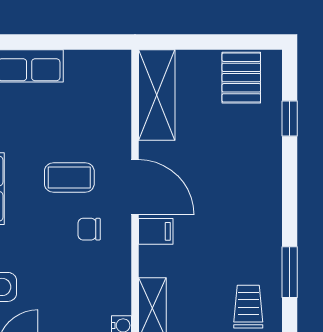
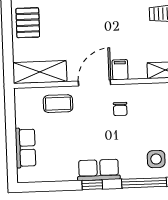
pallet: (241, 78) -> (28, 23), turned 90
coffee table: (69, 177) -> (58, 104), moved, turned 90

